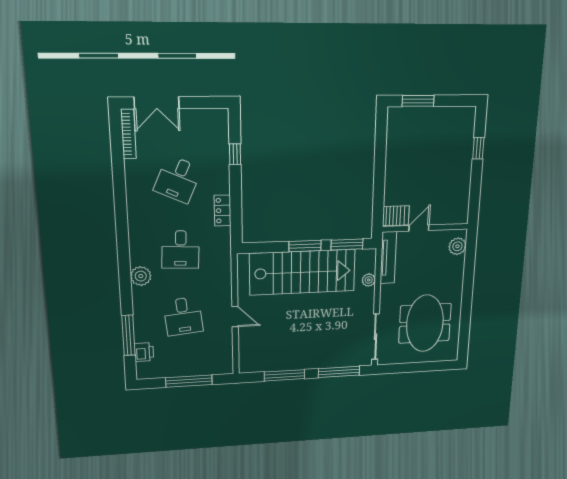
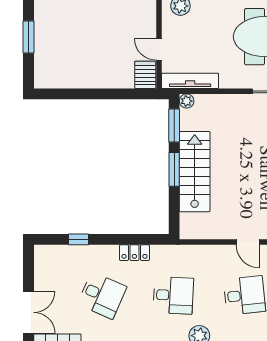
window: (418, 101) -> (29, 37), moved
stairs: (303, 272) -> (195, 172), width x0.73, depth x0.66
plant: (369, 280) -> (187, 101), moved
door: (235, 317) -> (248, 242), swing flipped

